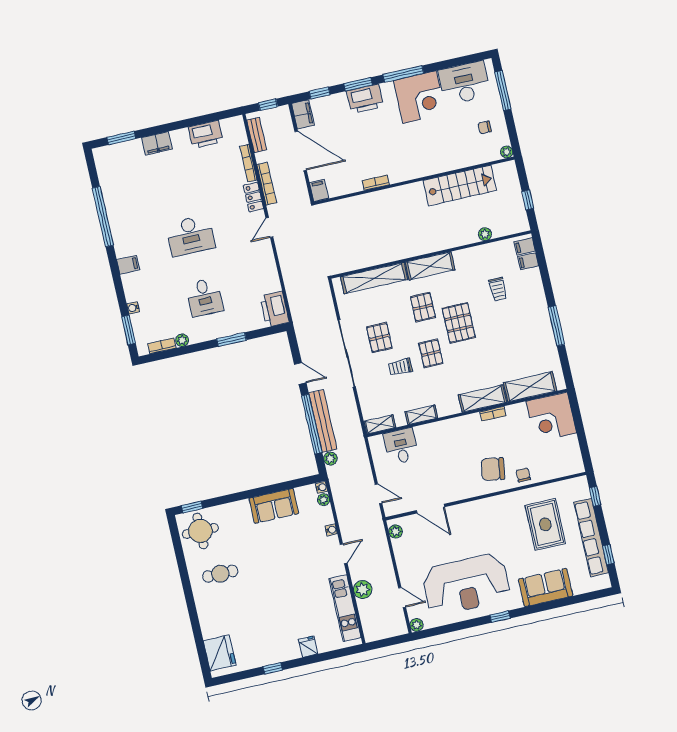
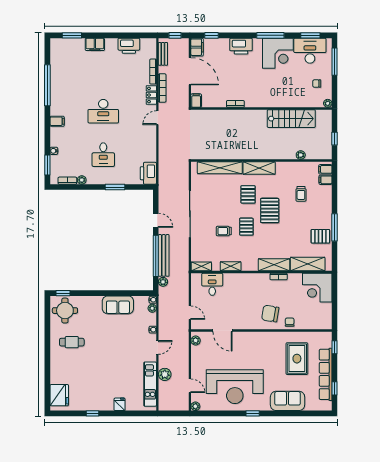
window: (358, 84) -> (310, 35), moved
pallet: (379, 337) -> (320, 236), moved, turned 90

